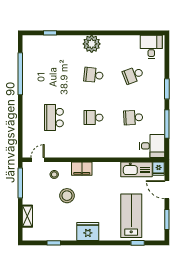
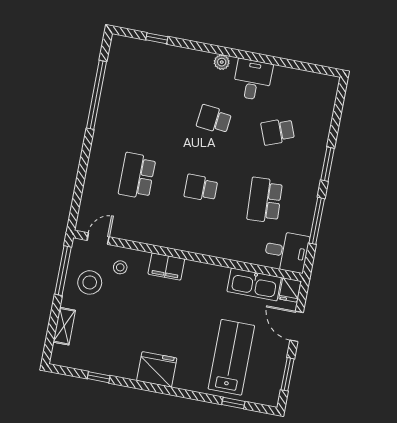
plant: (92, 44) -> (222, 62), width x0.53, depth x0.53
desk: (151, 47) -> (253, 80), moved
school desk: (133, 118) -> (265, 200), width x1.85
stool: (67, 196) -> (90, 282), moved

